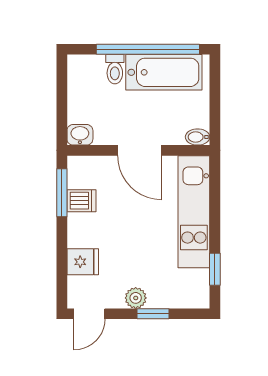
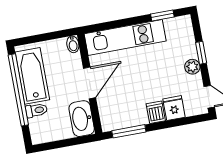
washbasin: (80, 135) -> (82, 119), width x1.91, depth x1.45
dishwasher: (81, 201) -> (156, 112), moved

